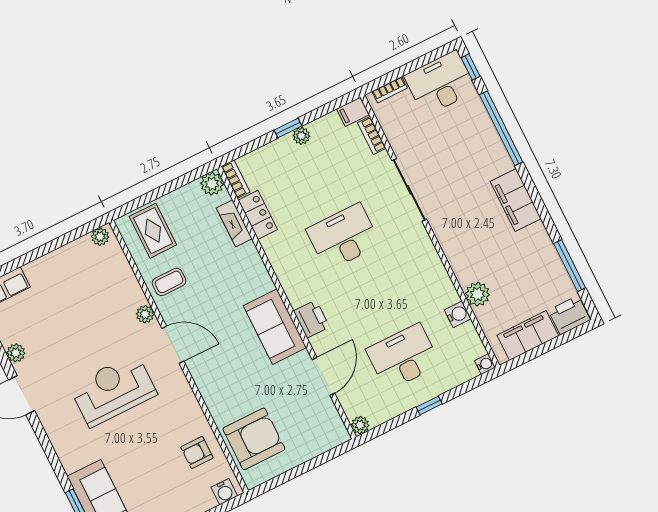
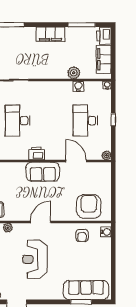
filing cabinet: (516, 200) -> (50, 34), moved
printer: (311, 319) -> (37, 153), moved
door: (173, 345) -> (41, 222), moved

